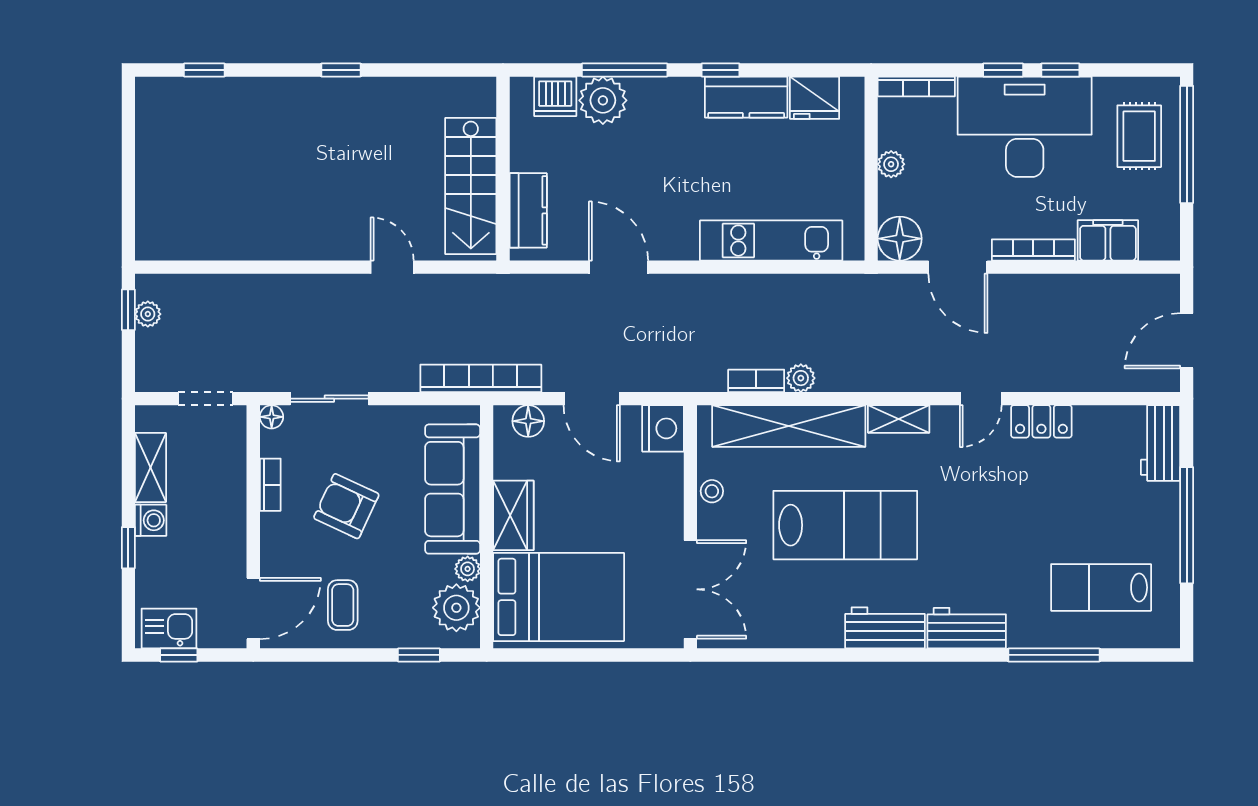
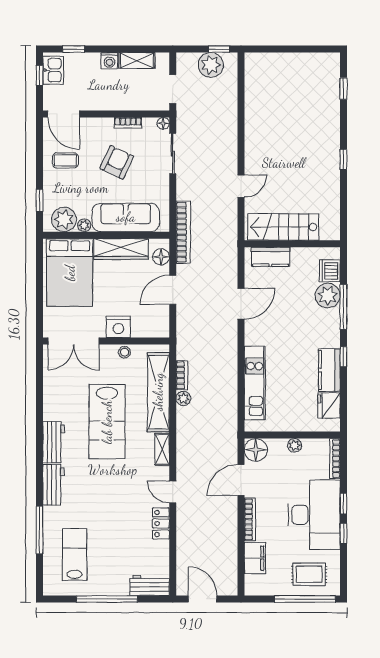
plant: (148, 314) -> (211, 65), width x1.88, depth x1.88
nightstand: (663, 428) -> (118, 327), moved
wardrobe: (513, 515) -> (121, 249), width x1.50
window: (128, 548) -> (74, 49), moved

